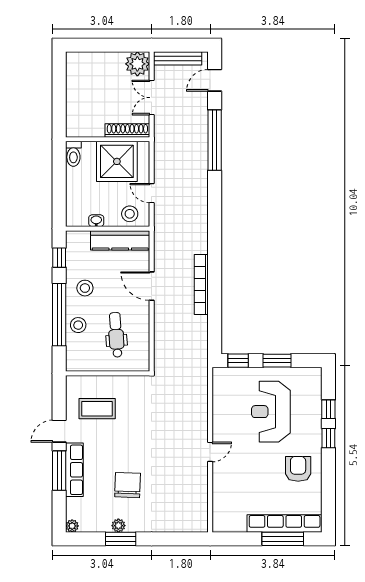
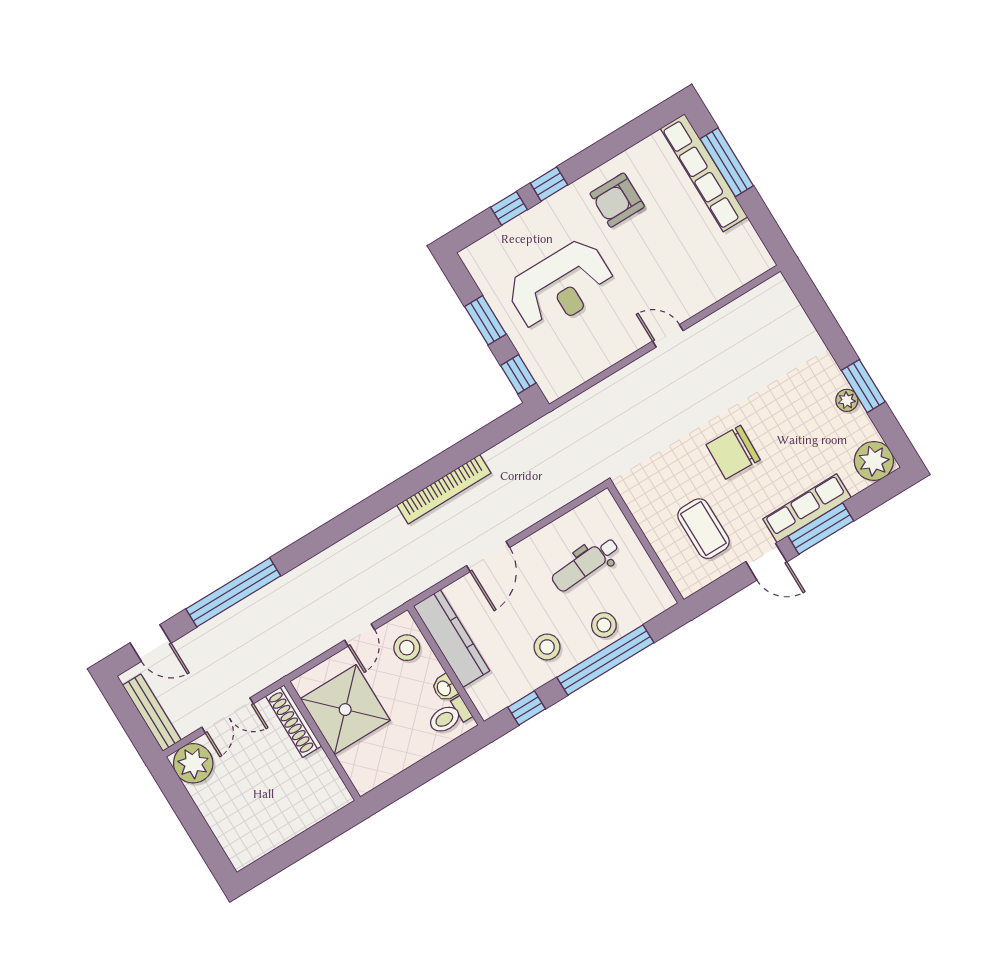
toilet: (73, 154) -> (449, 716), moved, turned 180
chair: (128, 485) -> (733, 452), moved
plant: (72, 526) -> (874, 461), width x1.88, depth x1.88

